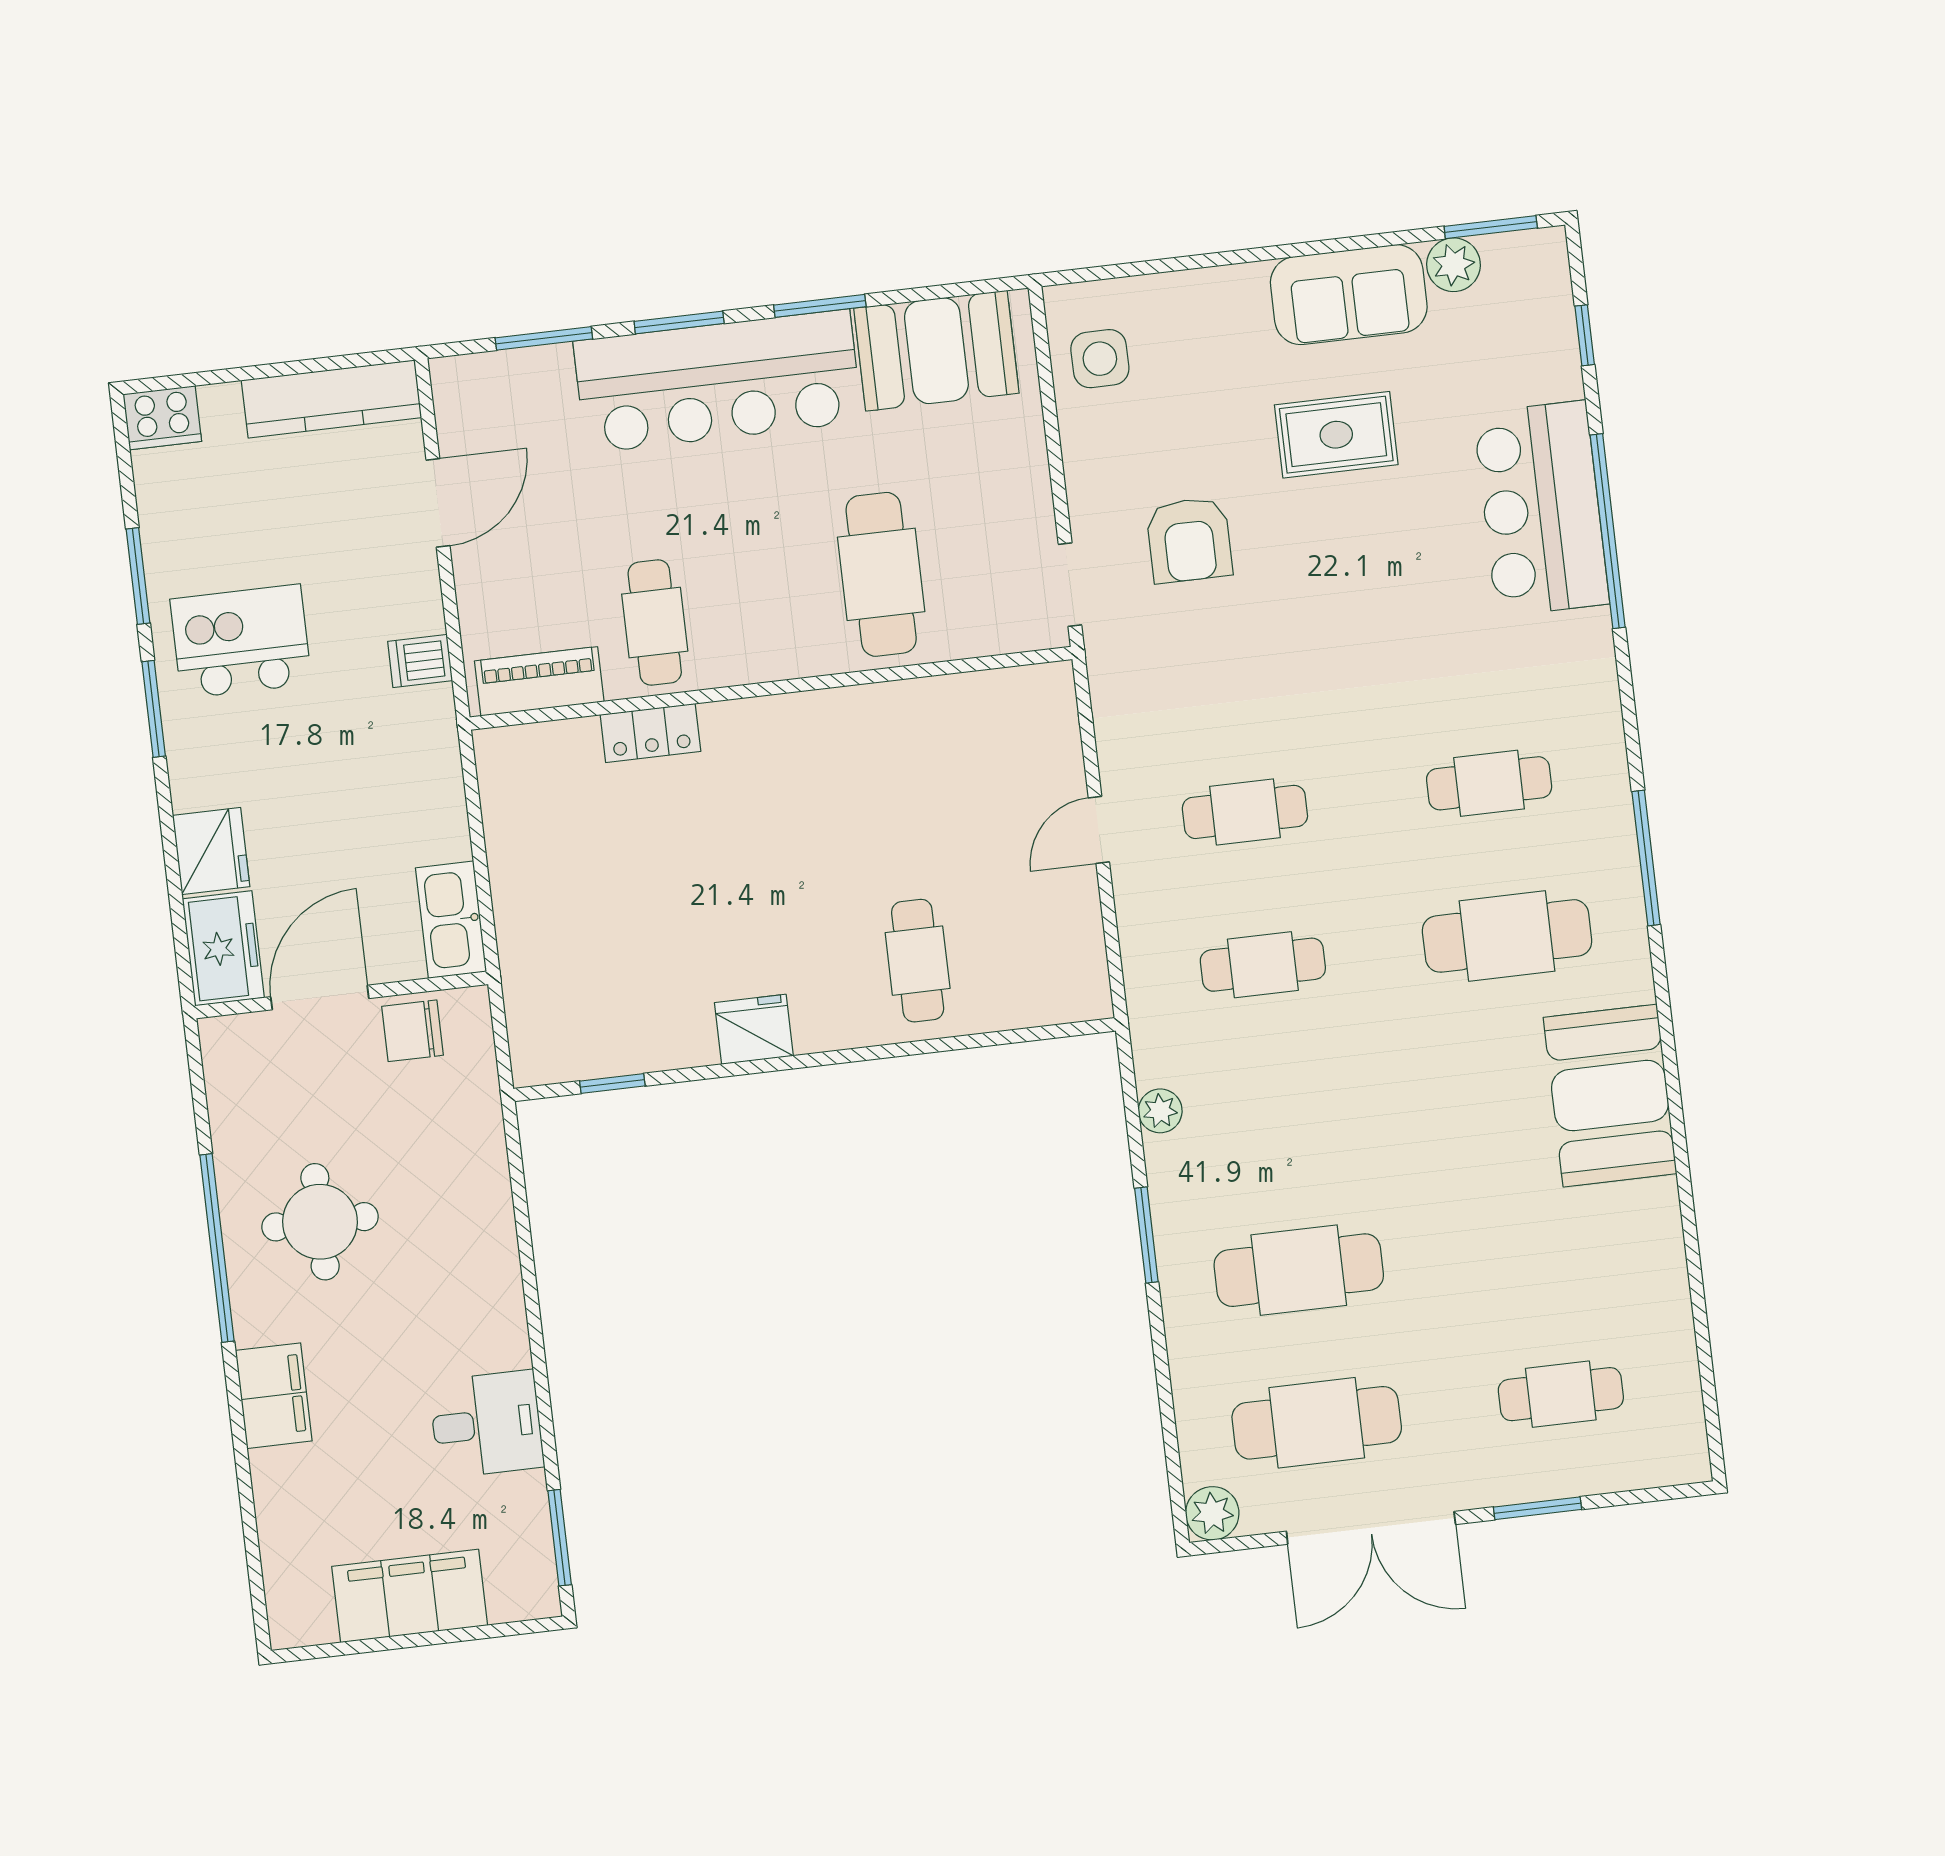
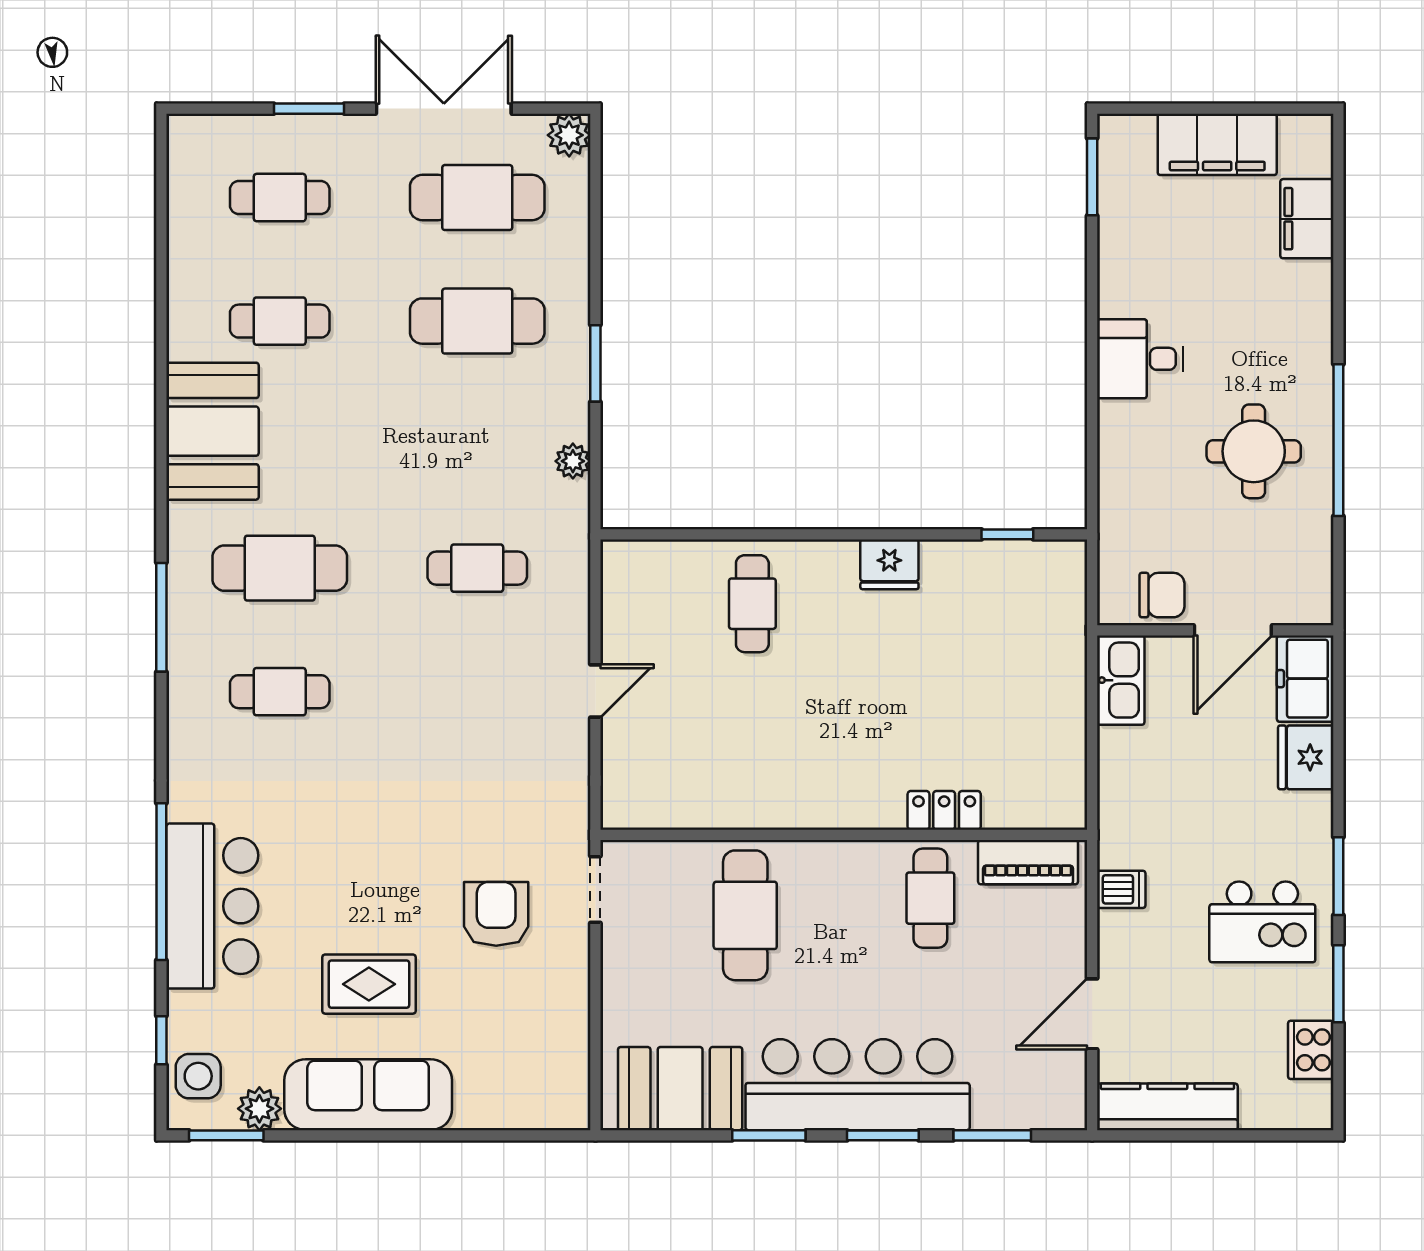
sofa: (1349, 295) -> (368, 1095), width x1.36
side table: (1100, 359) -> (198, 1076), moved
cooker: (162, 418) -> (1311, 1050), moved, turned -90
cafe table: (1245, 812) -> (280, 321), moved
filing cabinet: (274, 1396) -> (1307, 219), moved
desk: (486, 1424) -> (1140, 359), moved

